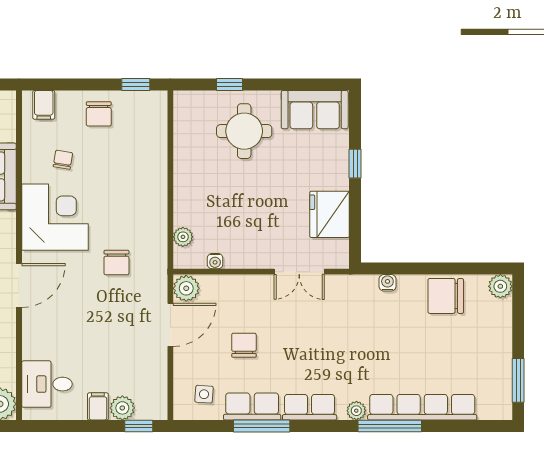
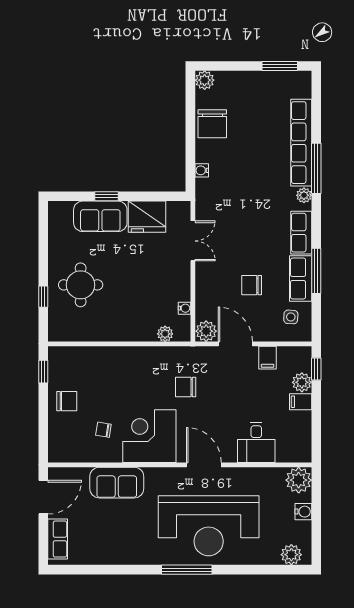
filing cabinet: (44, 105) -> (268, 358), moved, turned 90
sofa: (315, 110) -> (100, 216), moved, turned 90
chair: (116, 263) -> (186, 387), turned 180
desk: (47, 384) -> (256, 443), moved

